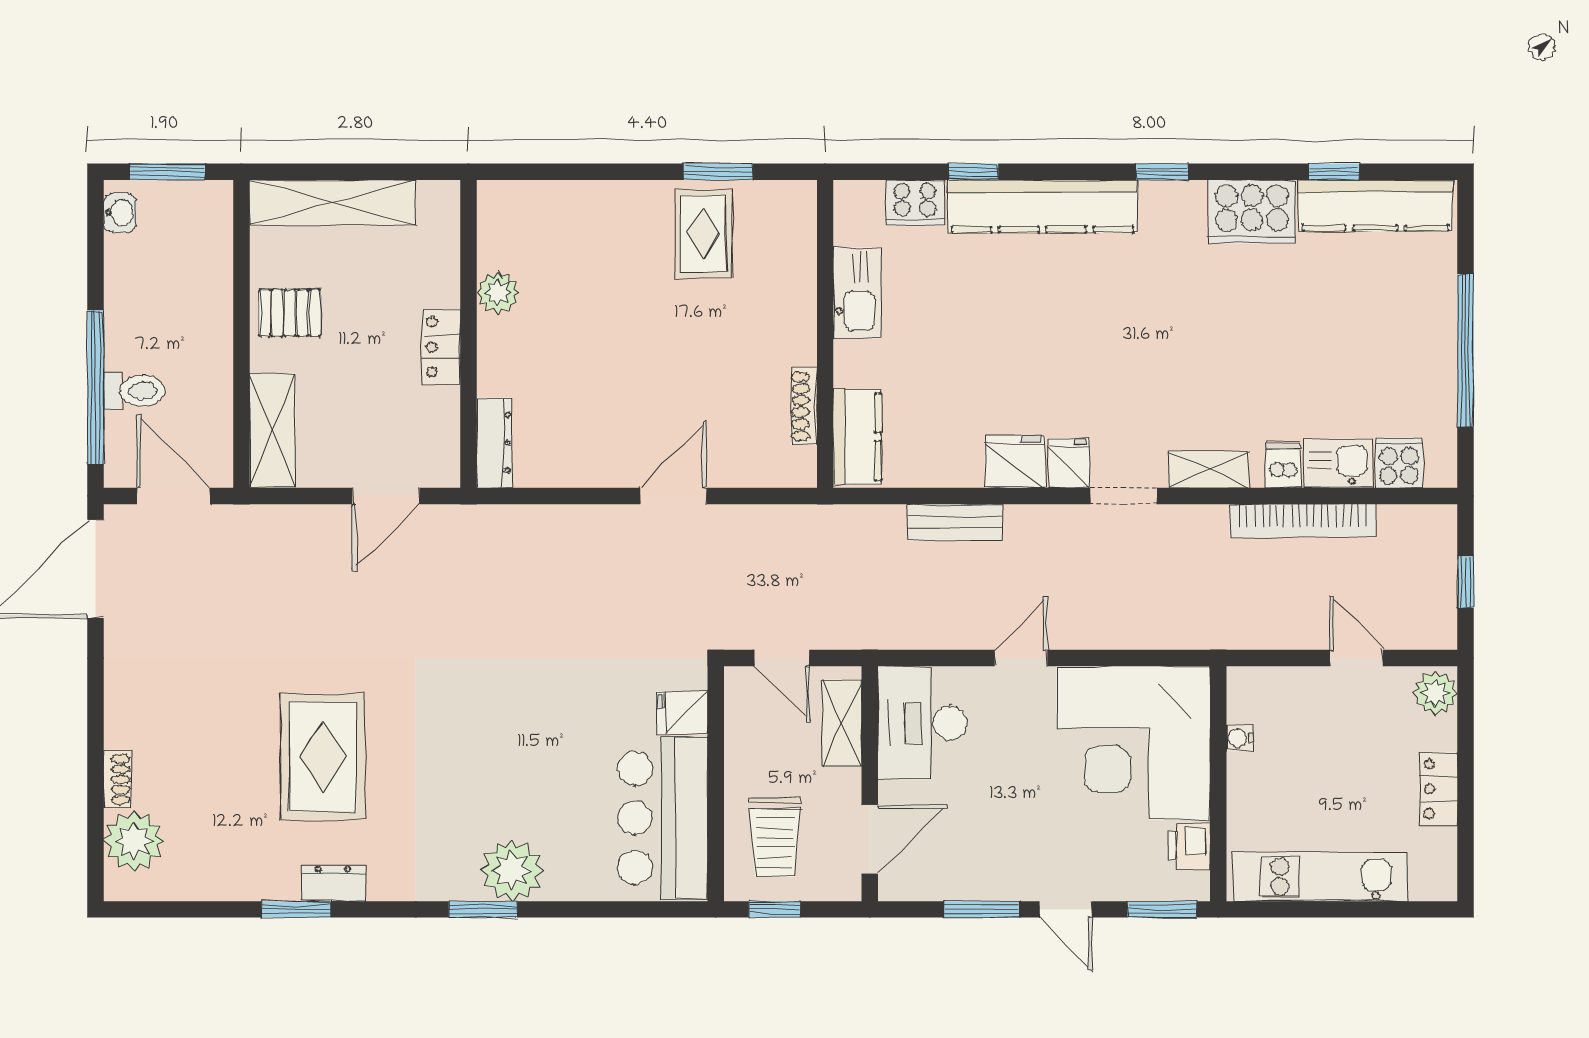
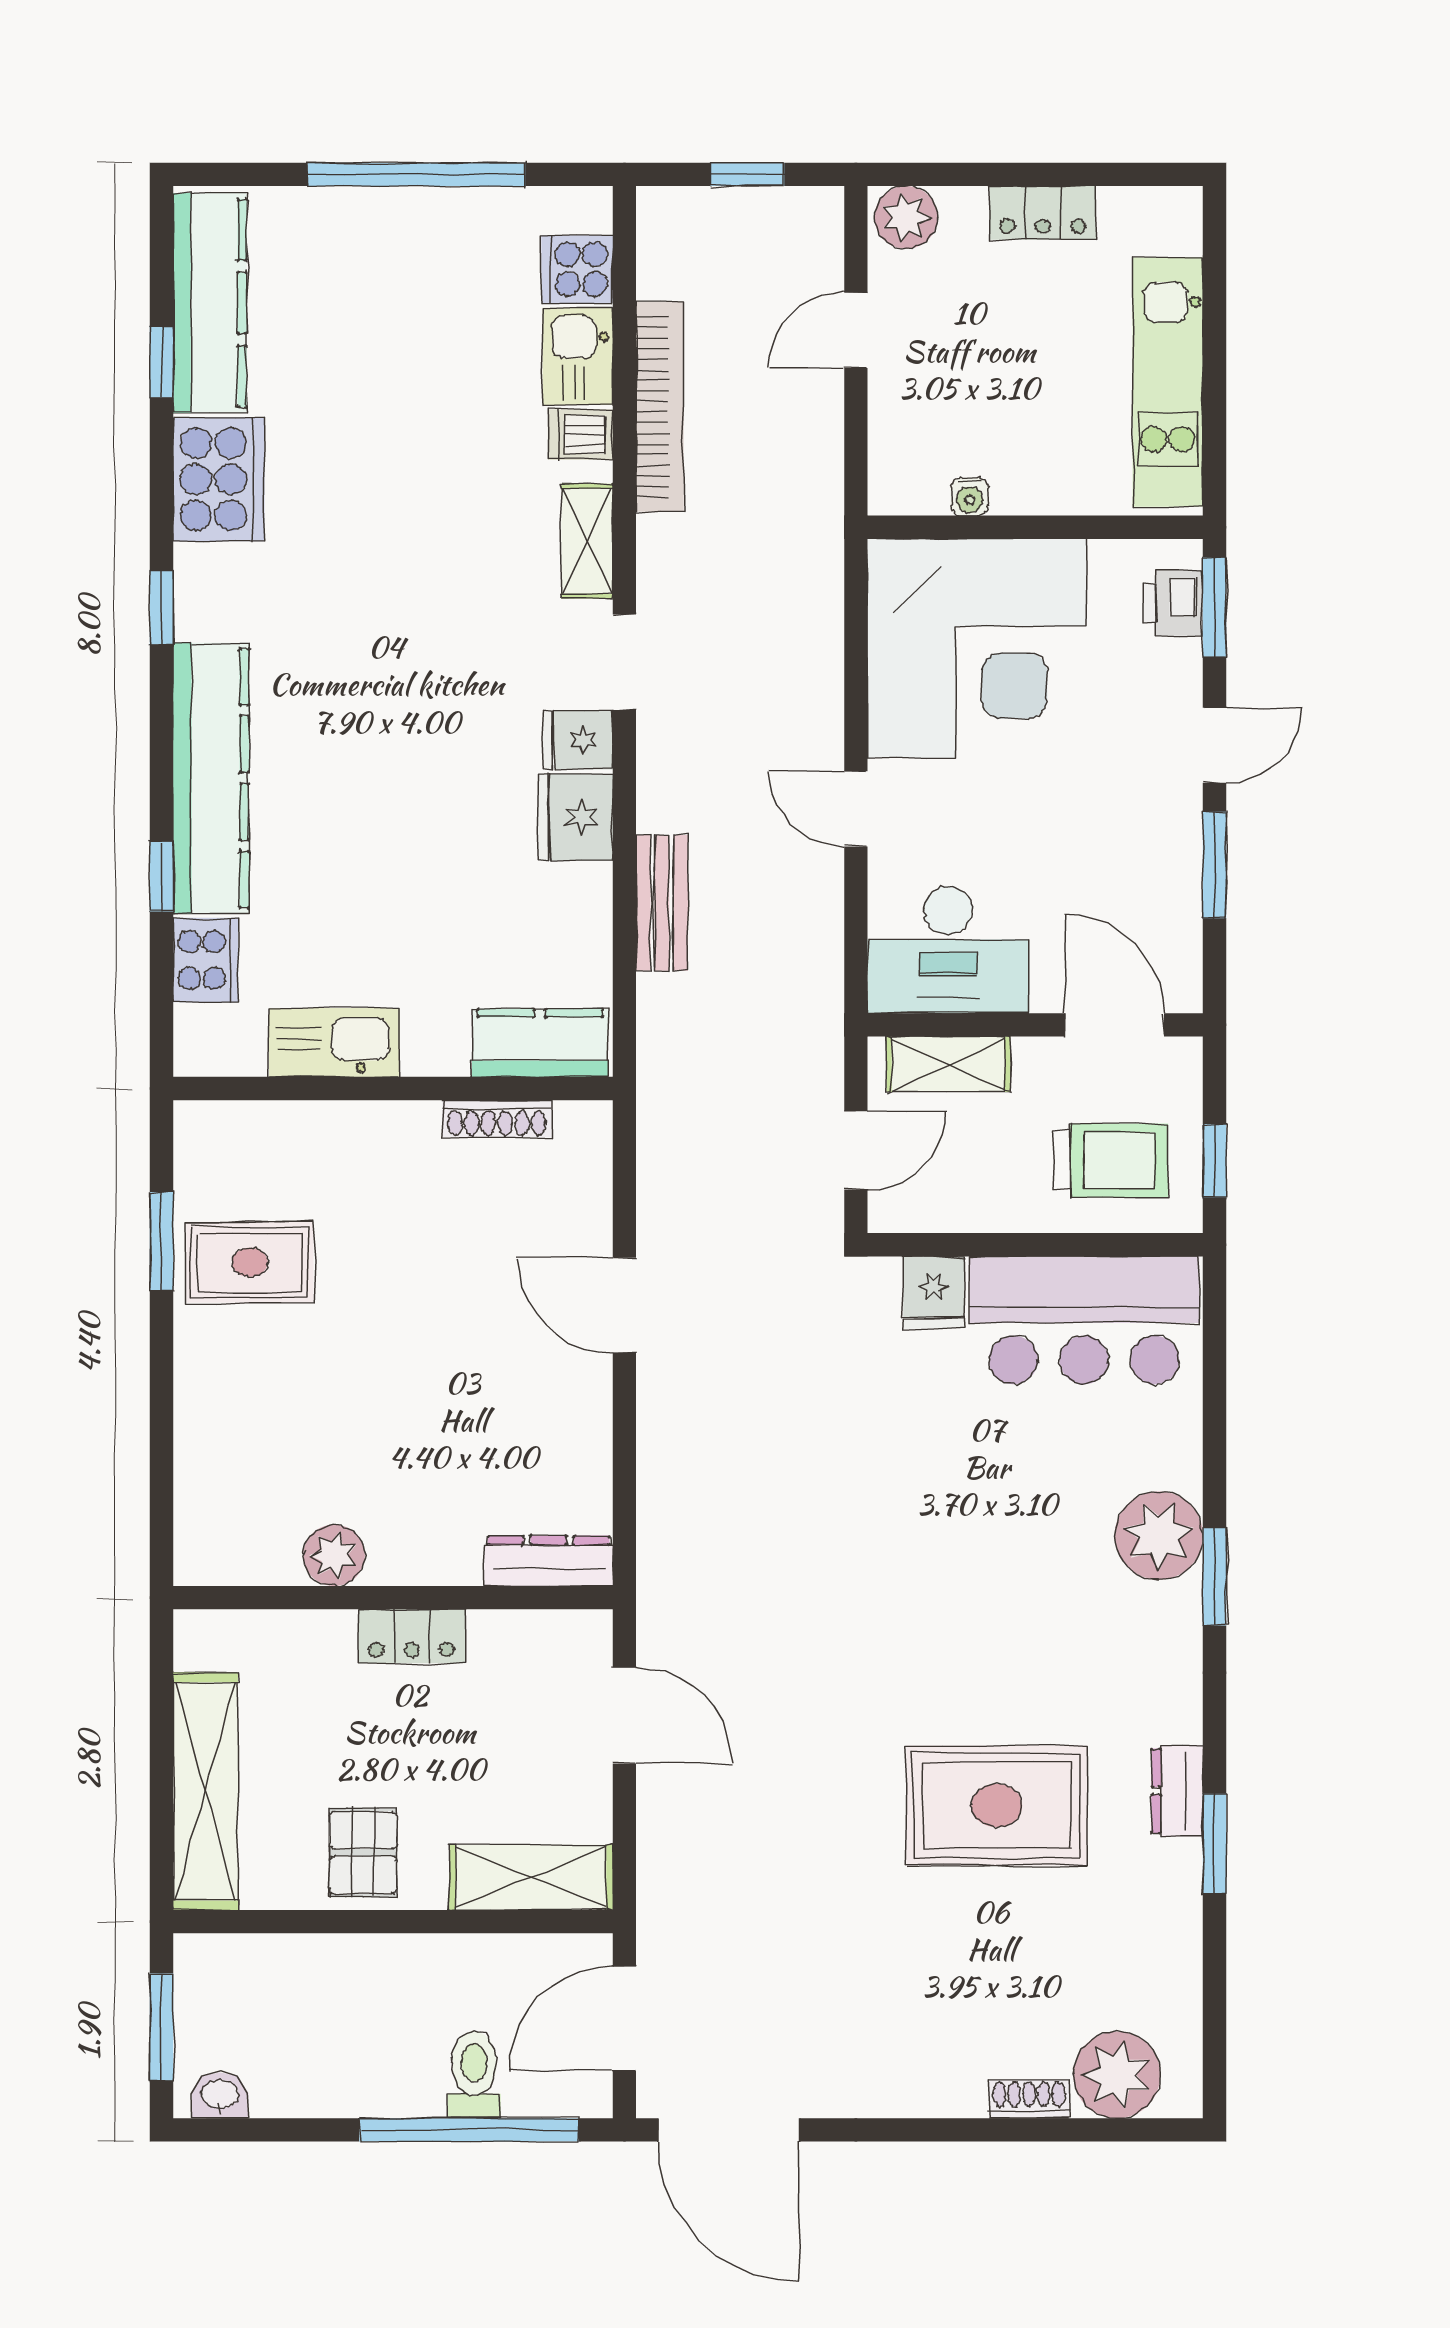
printer: (1189, 846) -> (1173, 603), moved, turned 90

